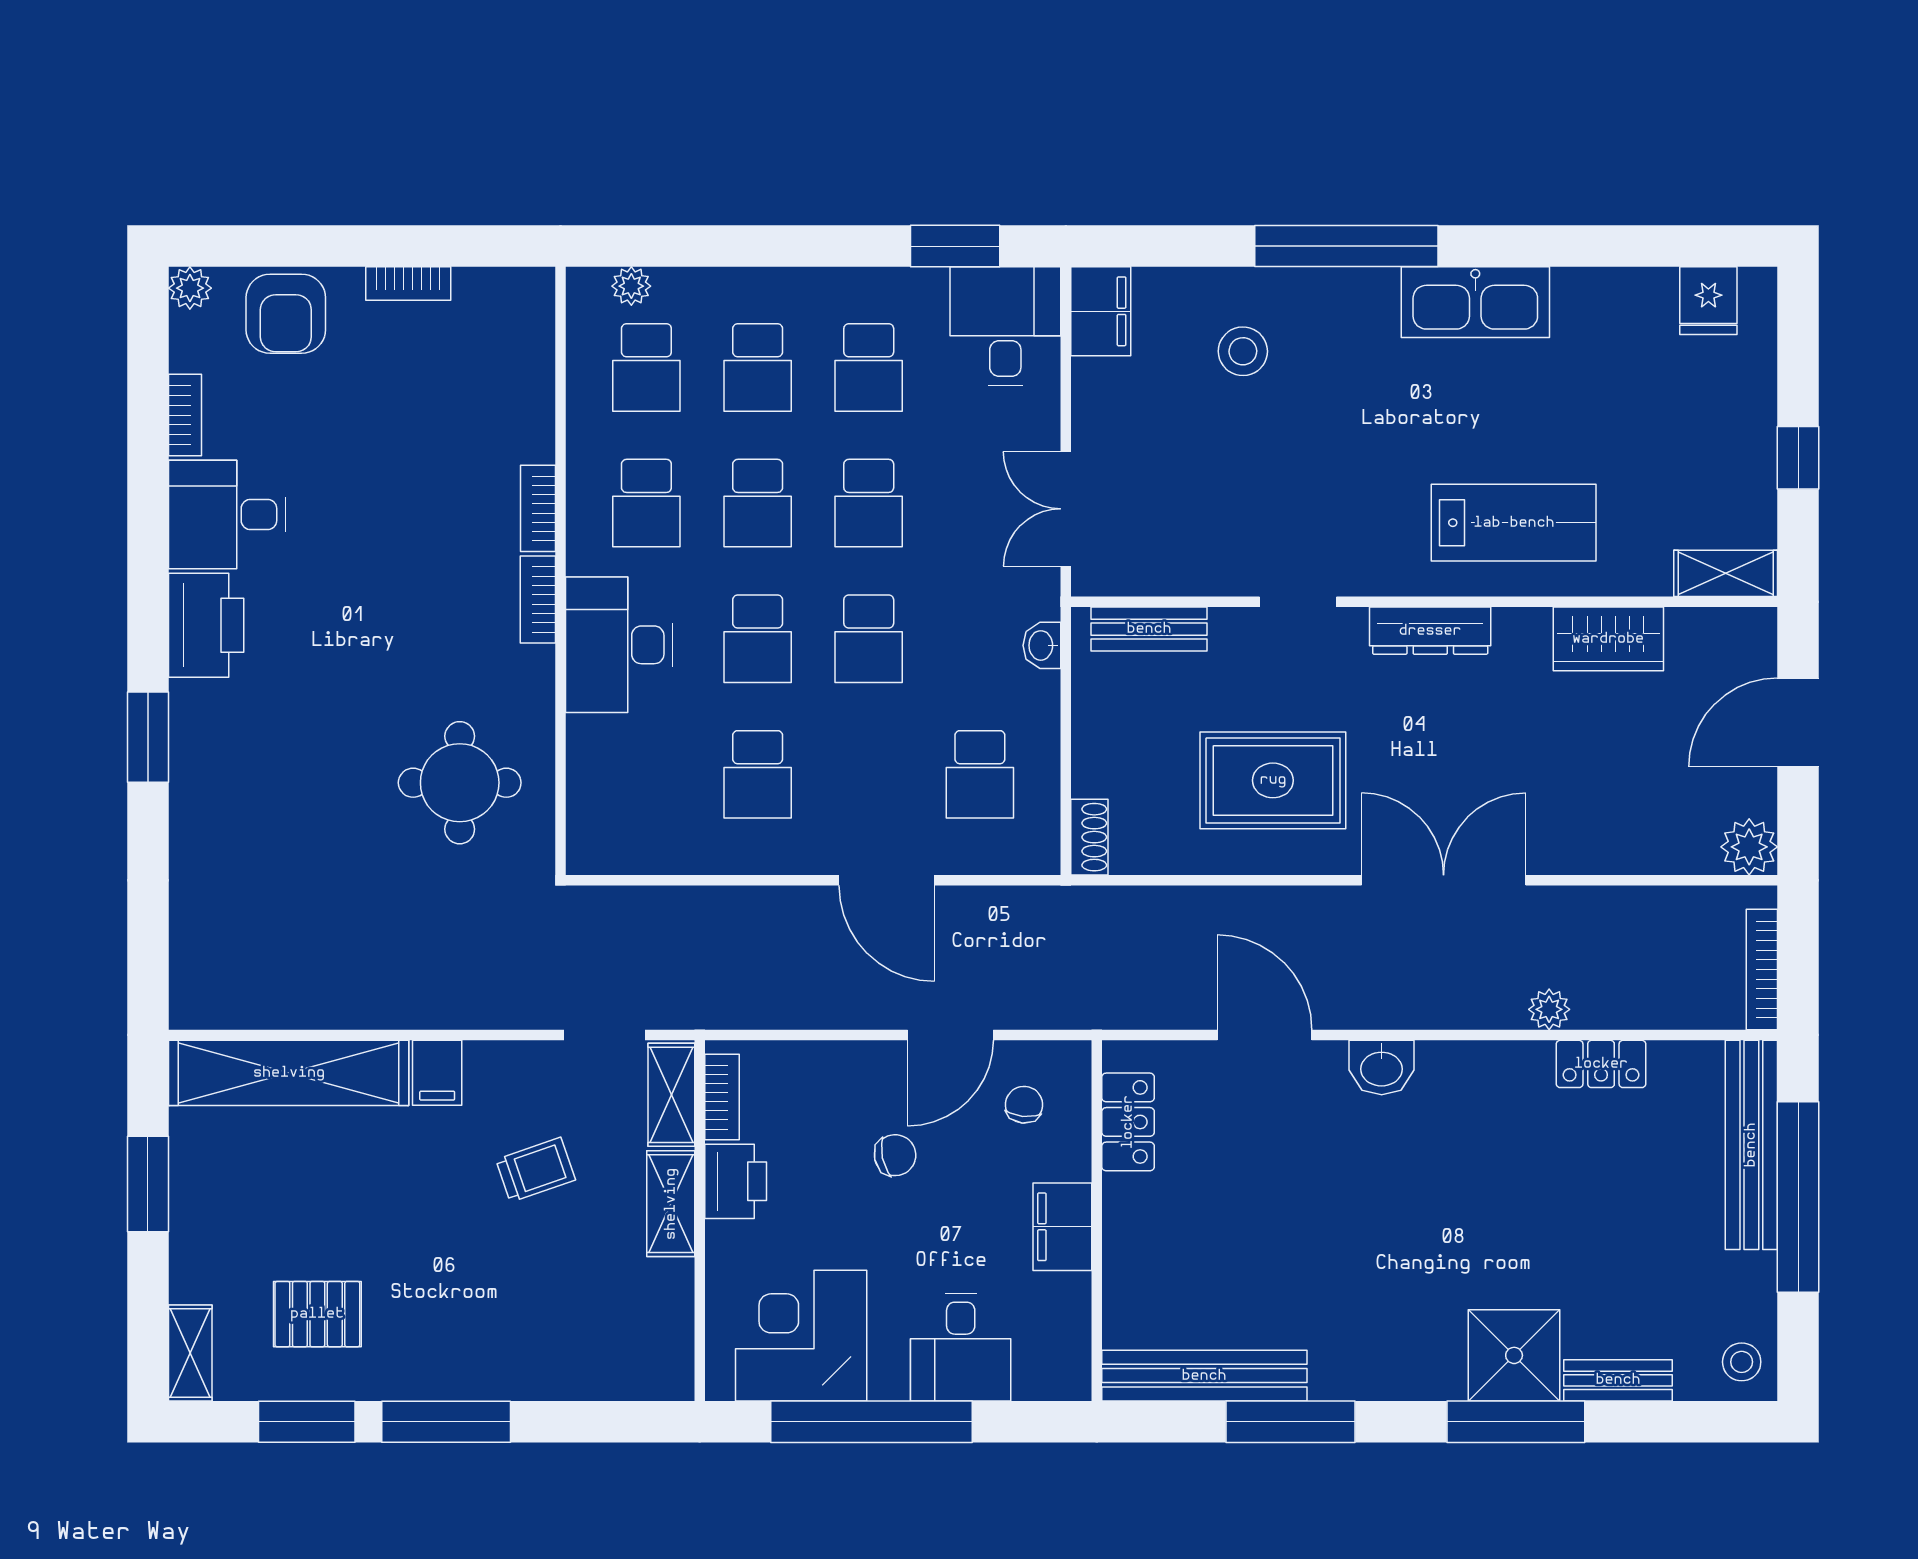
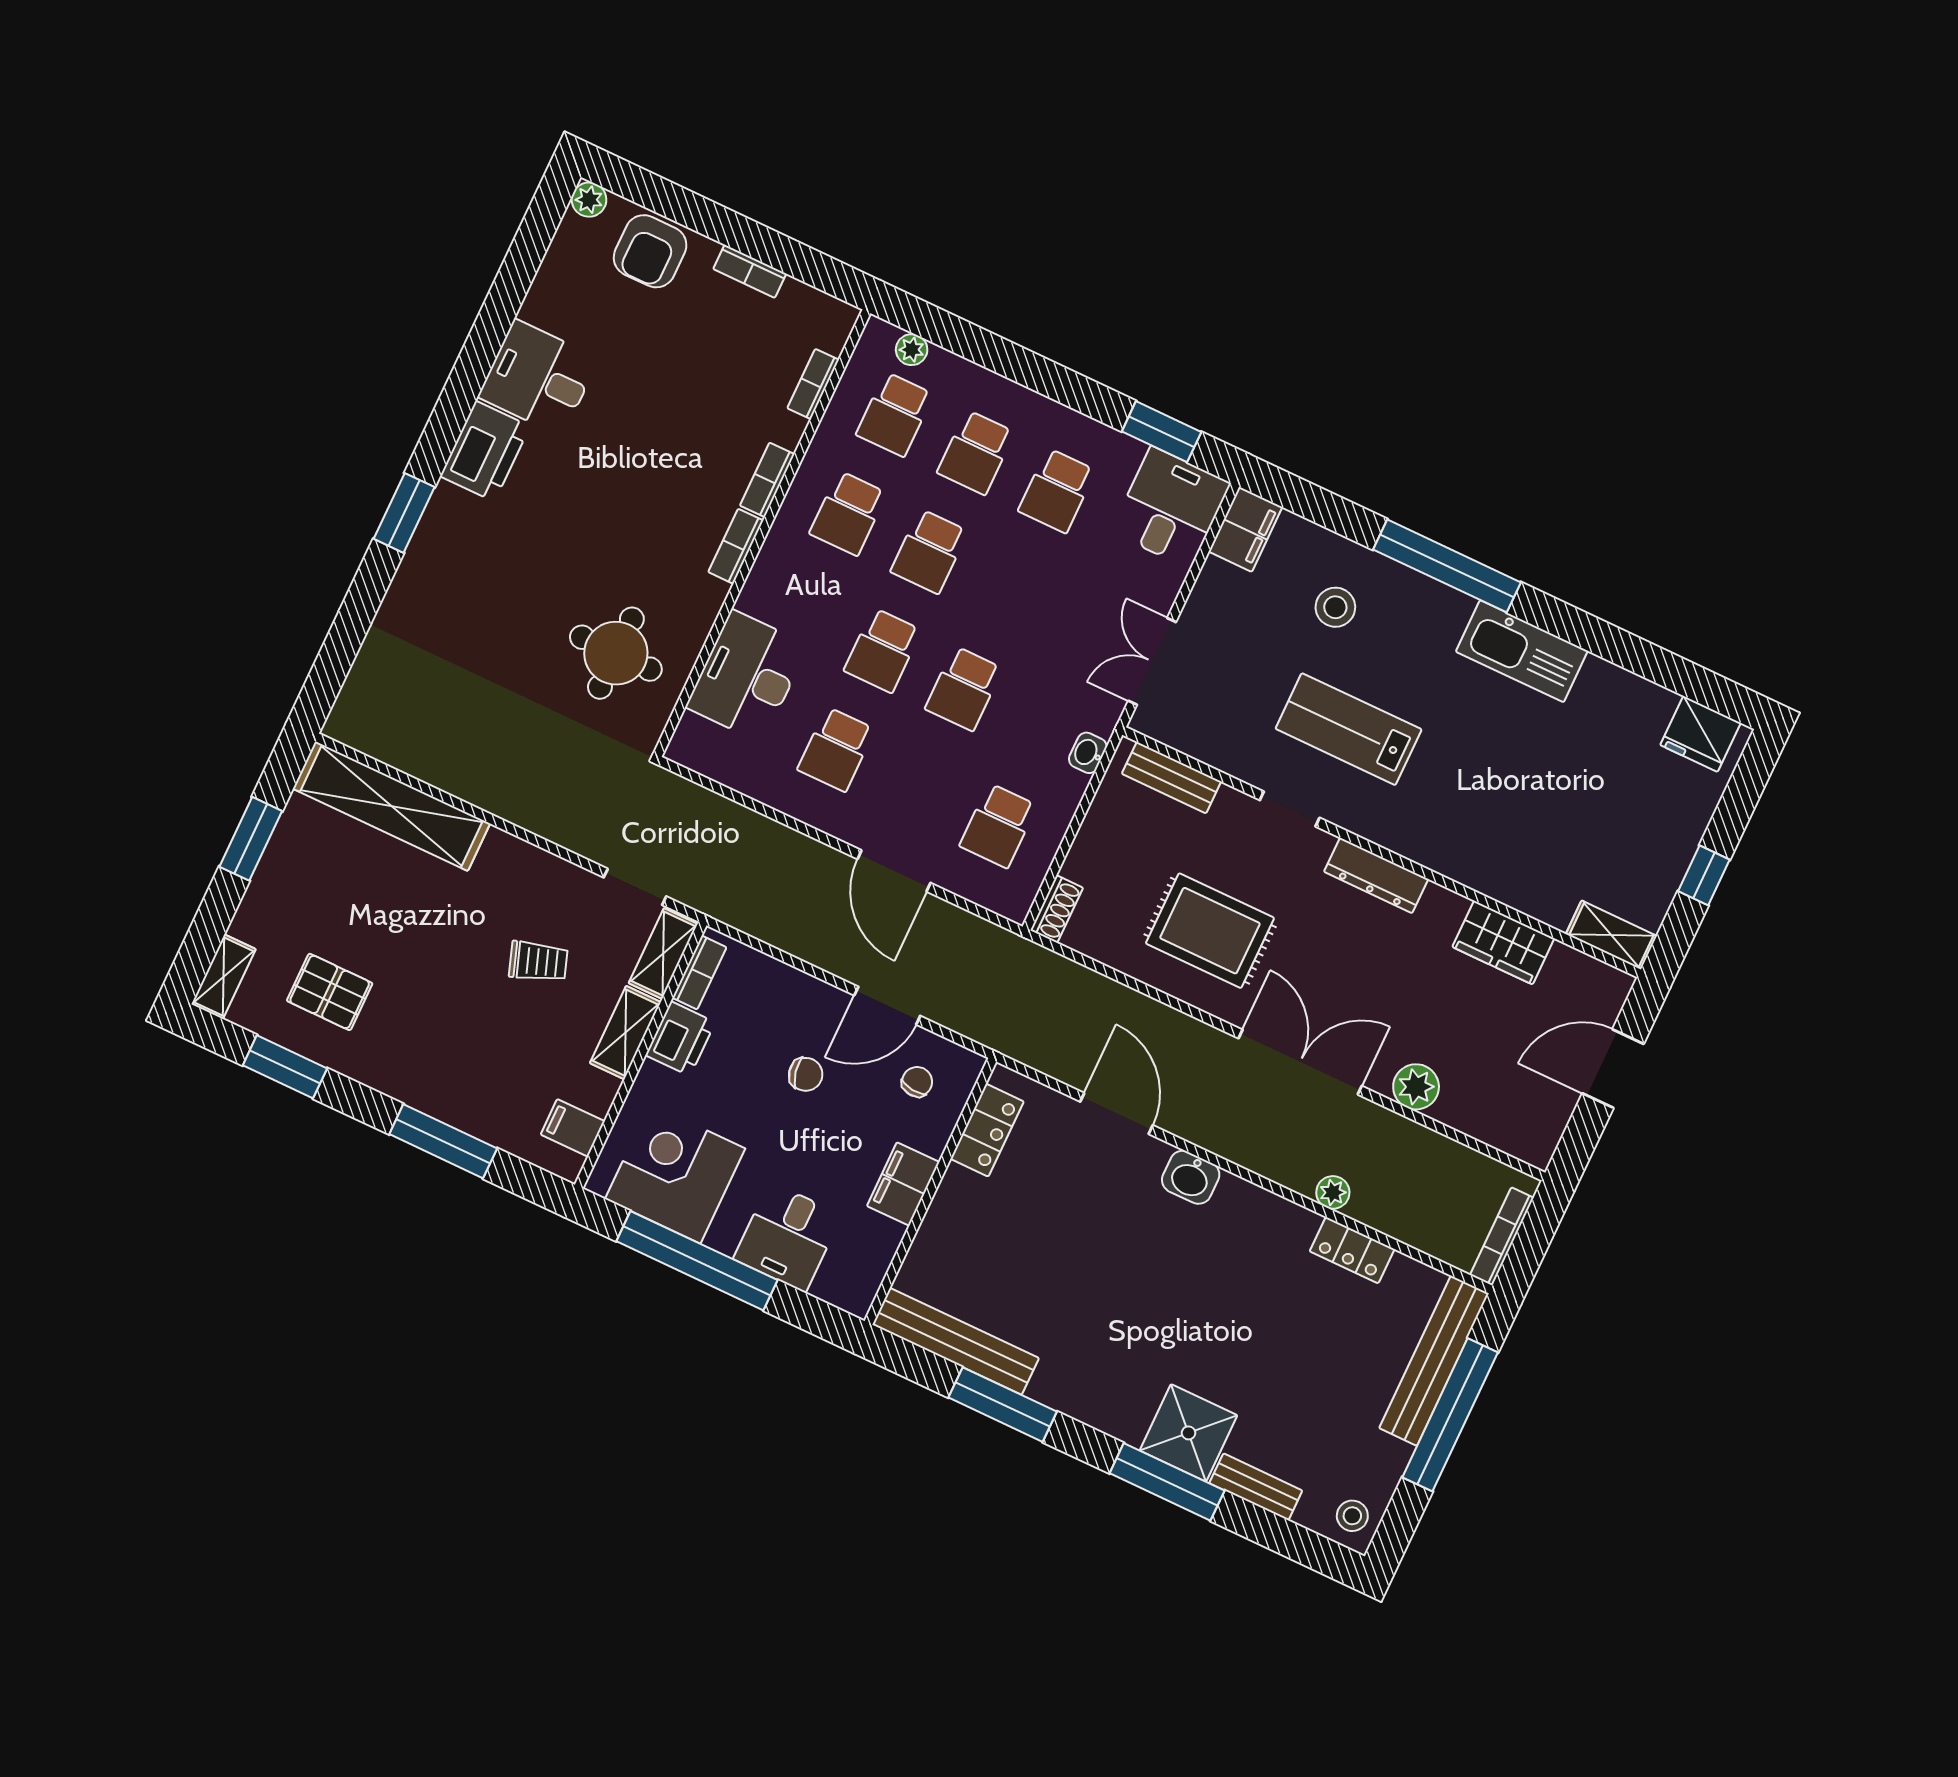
fridge: (1708, 301) -> (1700, 734), width x1.38
bookcase: (185, 415) -> (813, 384), moved, turned 180
school desk: (869, 503) -> (1010, 590), removed
lab bench: (1514, 523) -> (1349, 729), moved, turned 180
desk: (619, 645) -> (747, 676), moved
plant: (1749, 847) -> (1416, 1087), moved
filing cabinet: (437, 1073) -> (573, 1128), moved, turned 90
window: (446, 1422) -> (443, 1141), moved

